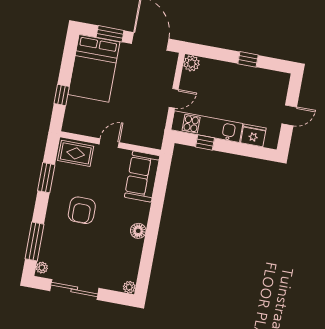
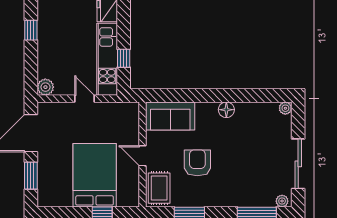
bed: (94, 68) -> (95, 175), moved, turned -90
armchair: (82, 210) -> (197, 163), moved, turned -90

